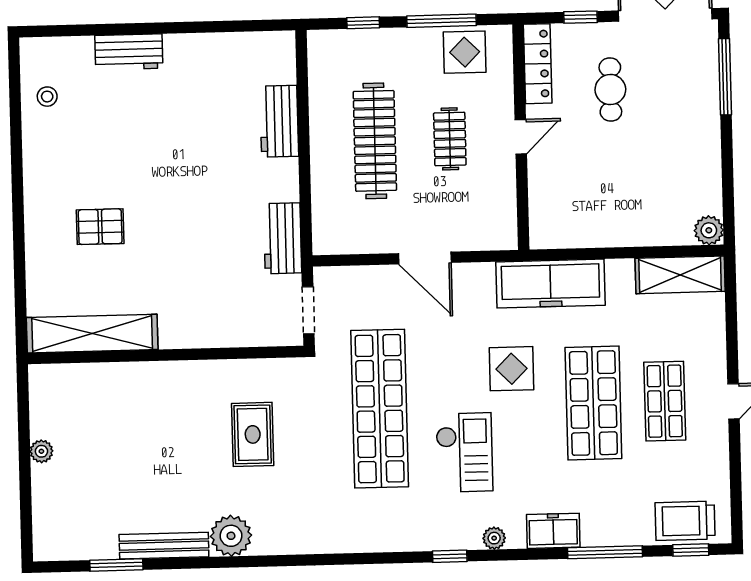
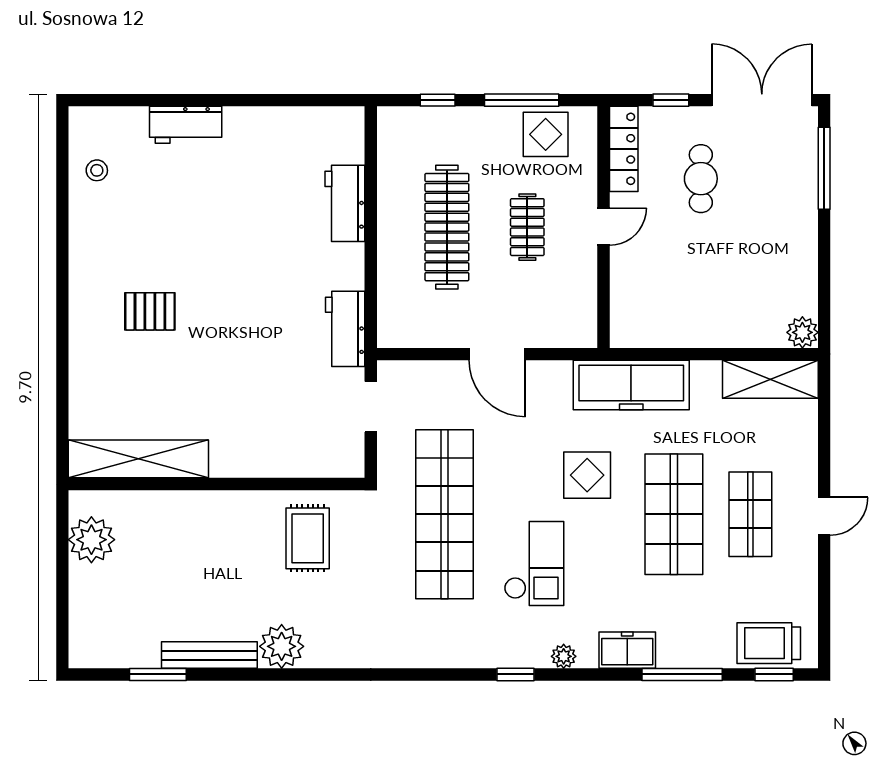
shelving: (92, 334) -> (138, 459), moved
wall: (166, 355) -> (217, 484), moved
plant: (41, 451) -> (91, 540), width x1.88, depth x1.88

